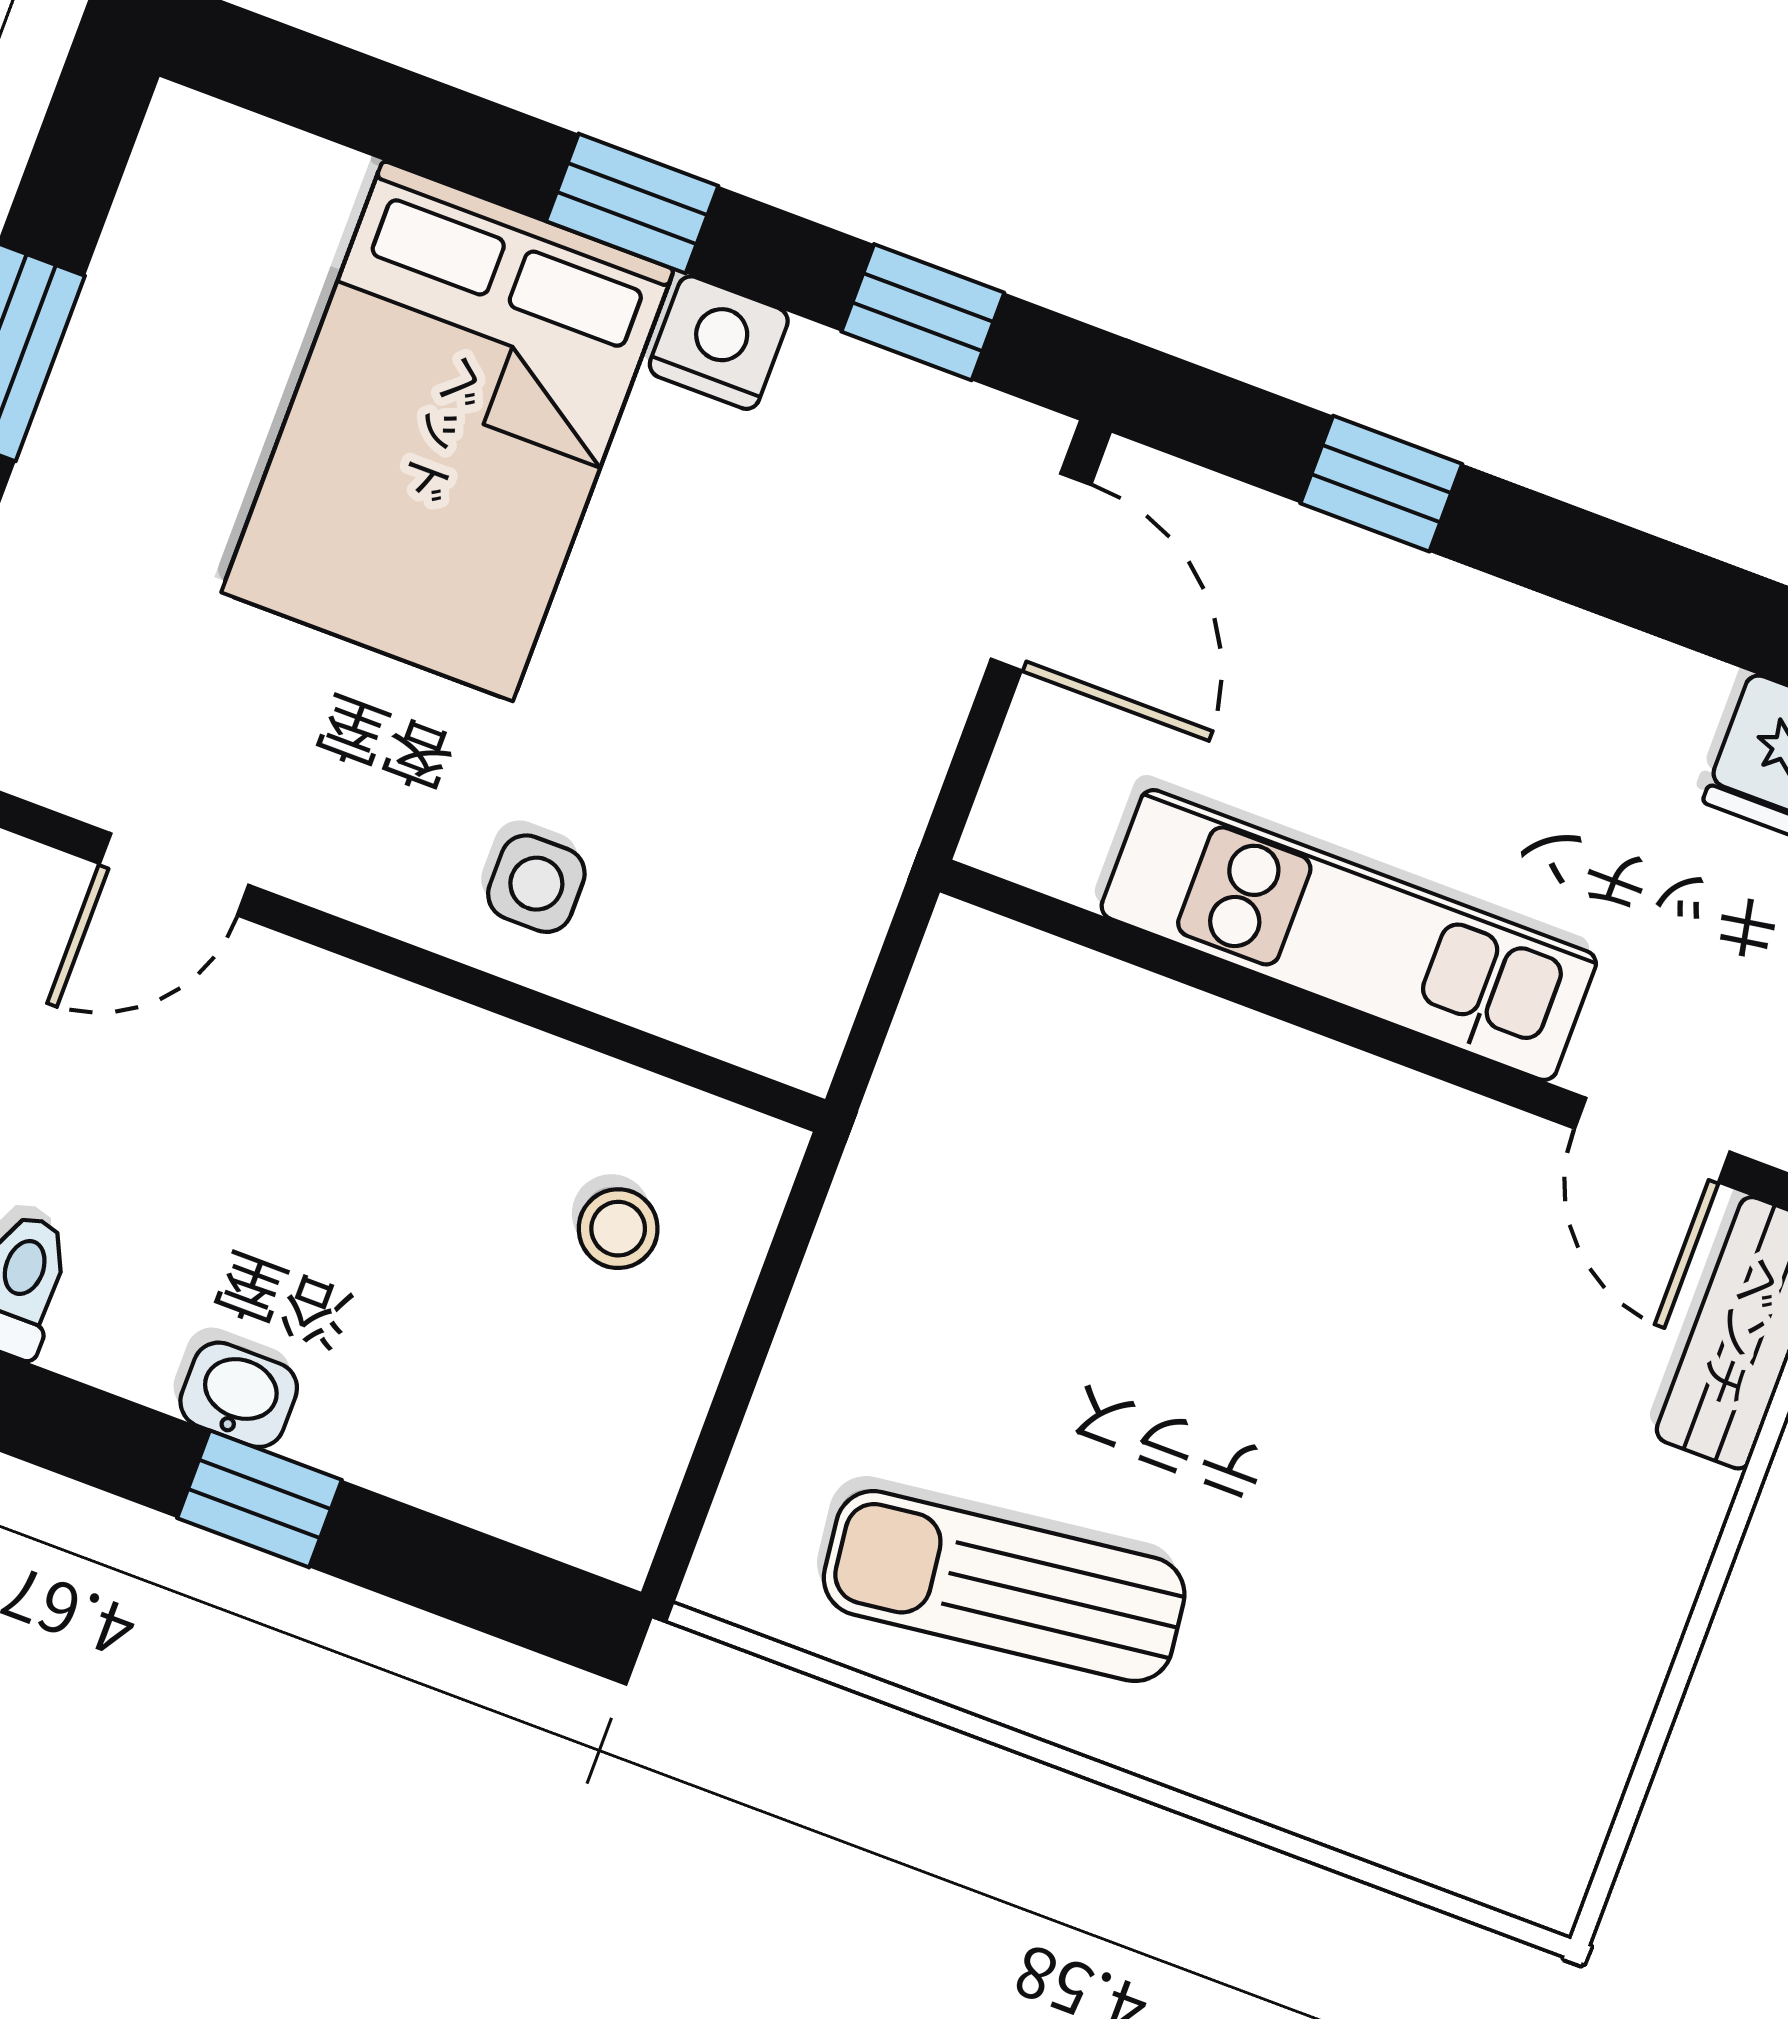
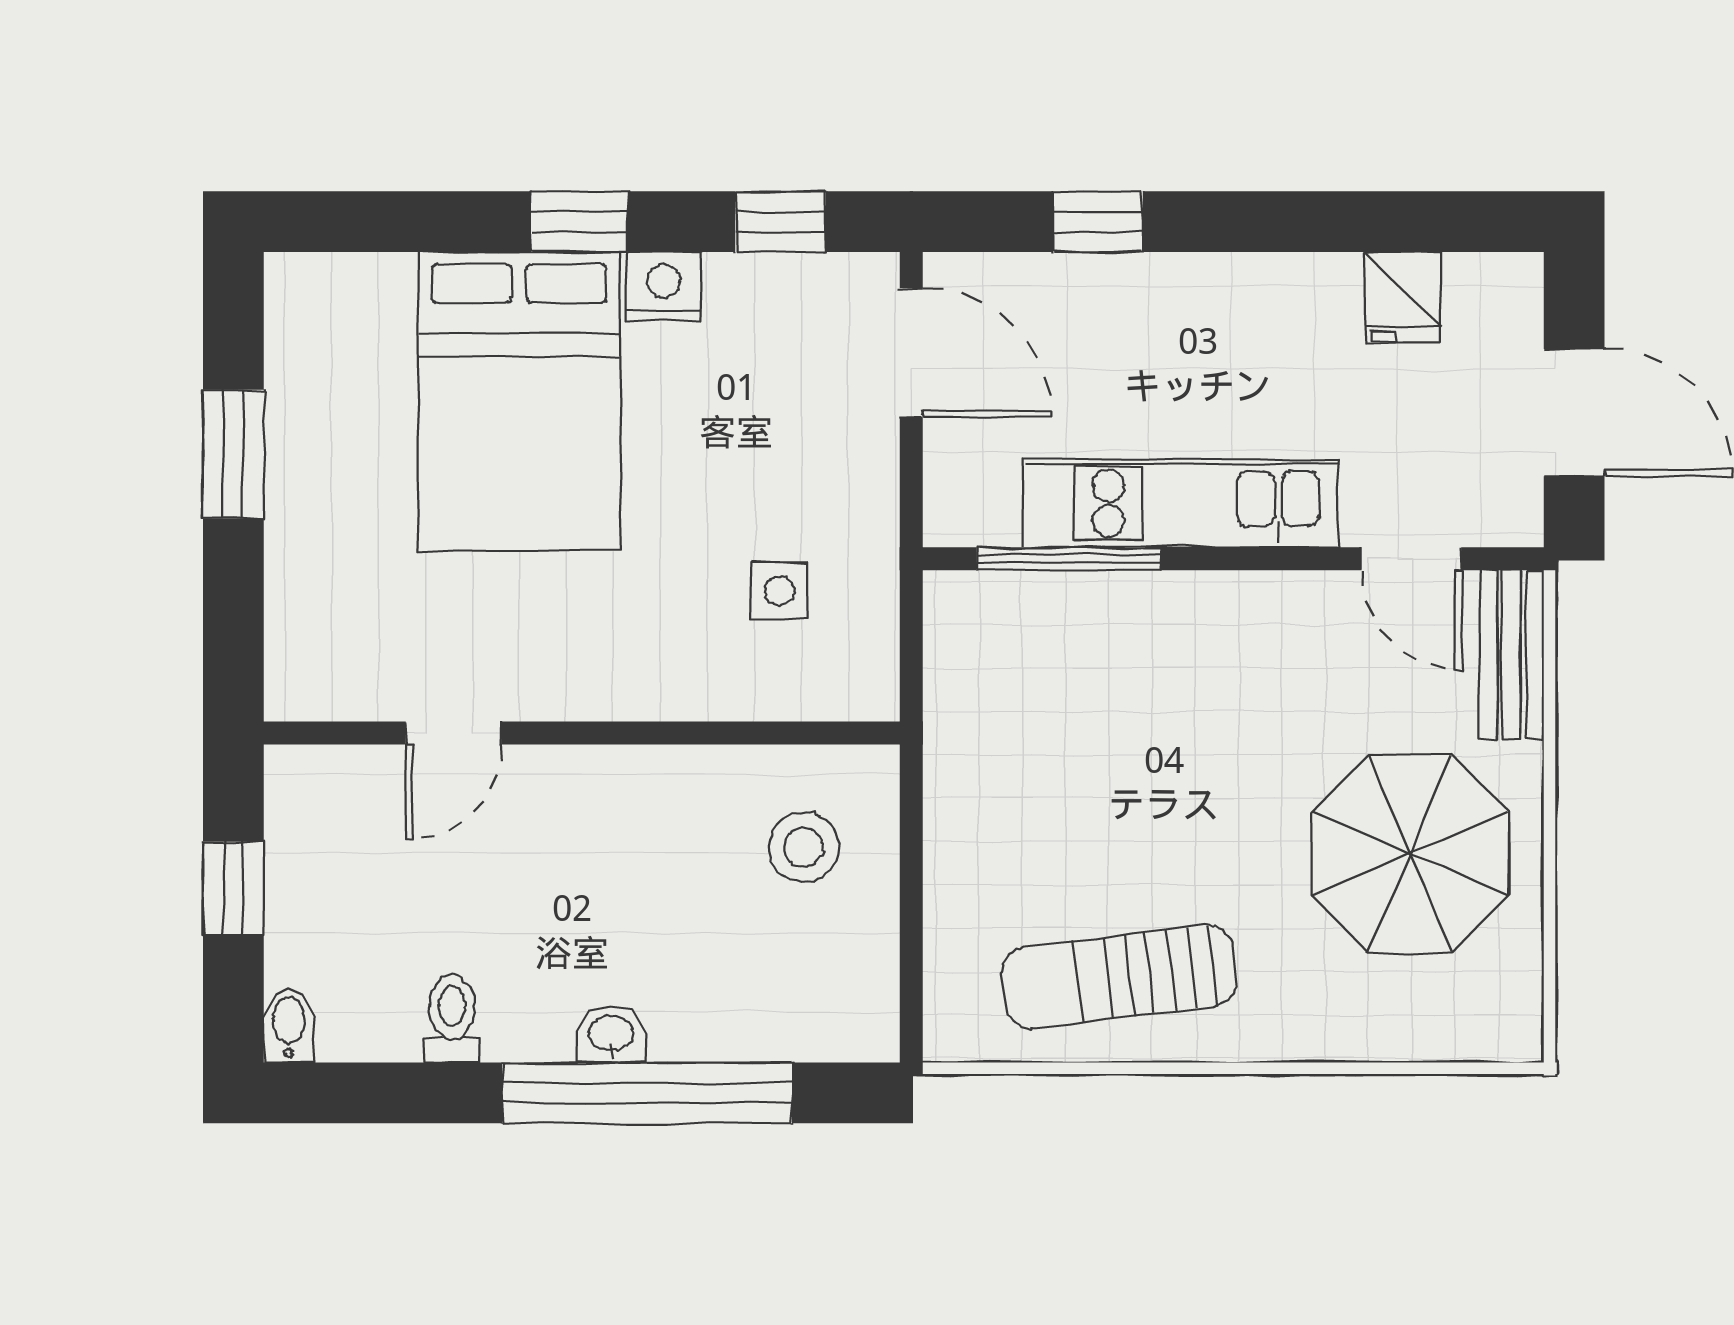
side table: (536, 884) -> (780, 591), moved
window: (1157, 955) -> (1069, 559), added
stool: (618, 1229) -> (804, 847), width x1.37, depth x1.37
window: (259, 1499) -> (647, 1093), width x3.17
parasol: (1491, 1565) -> (1410, 854), added

